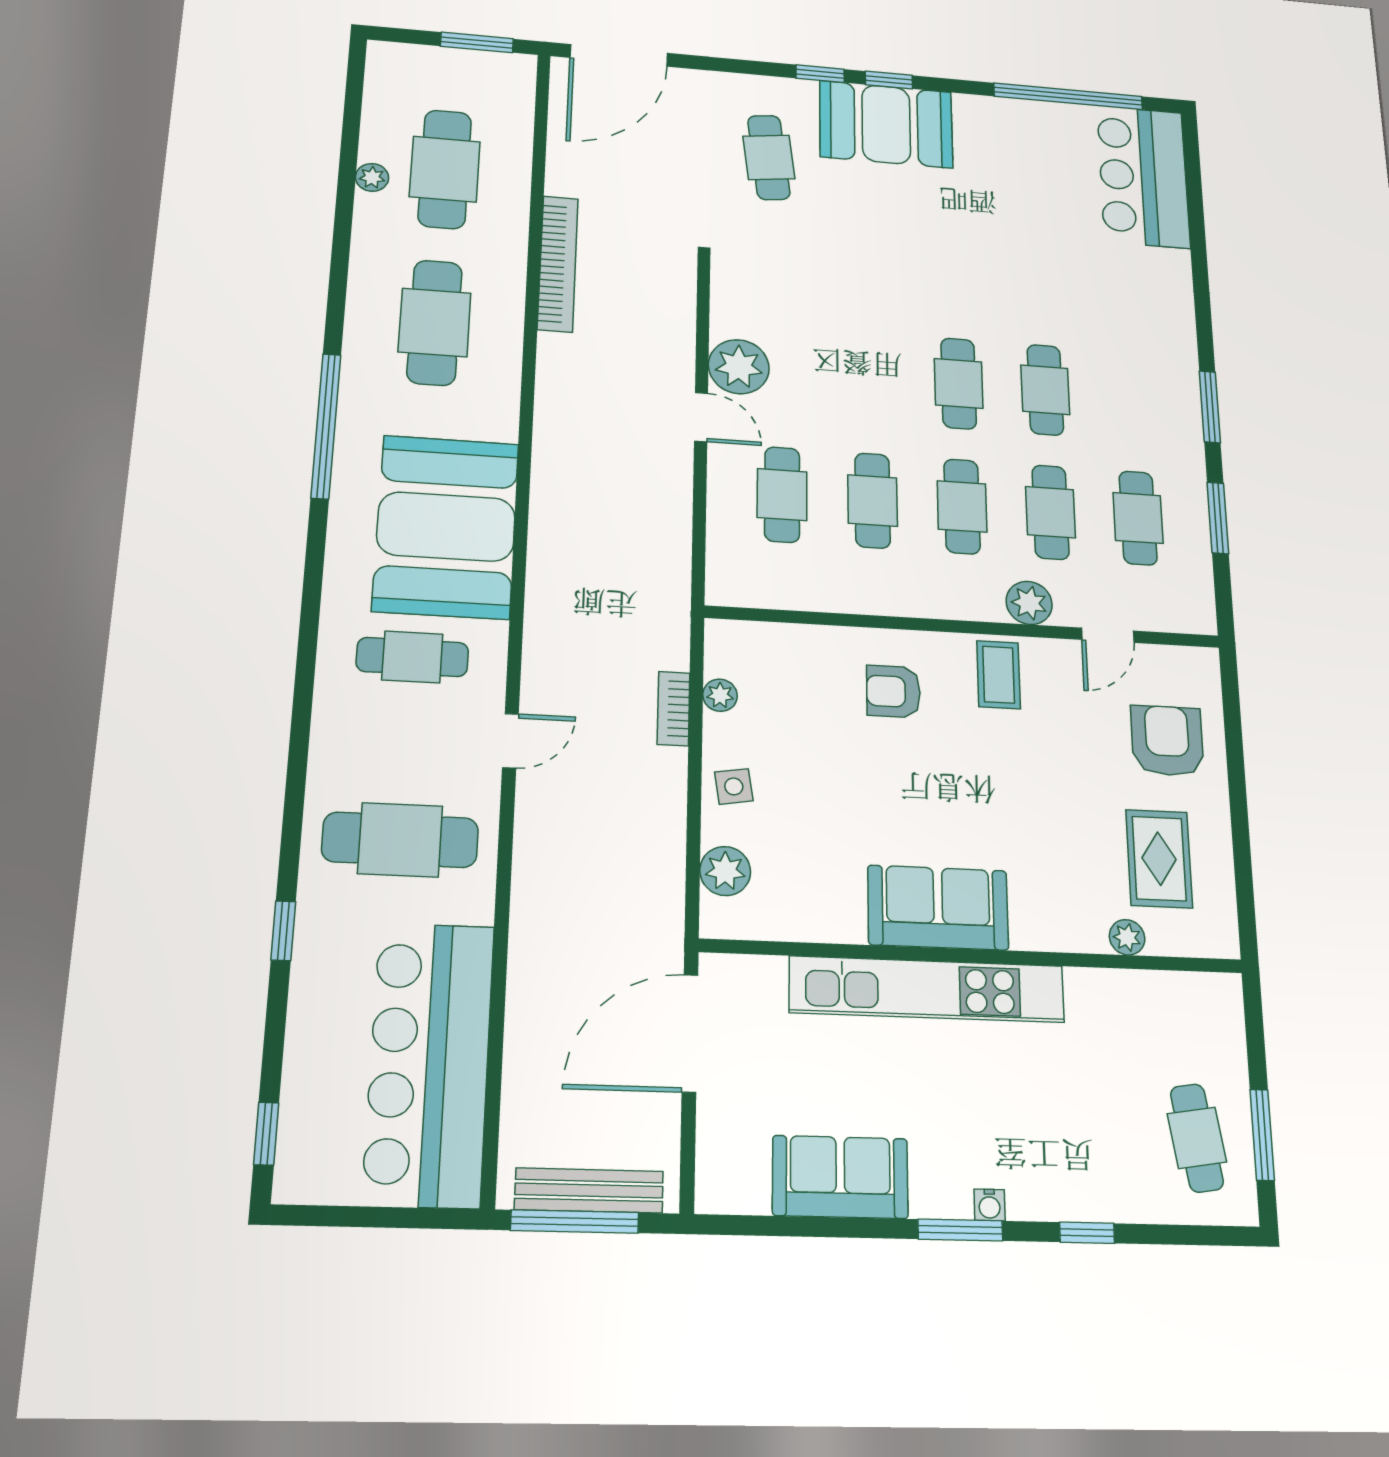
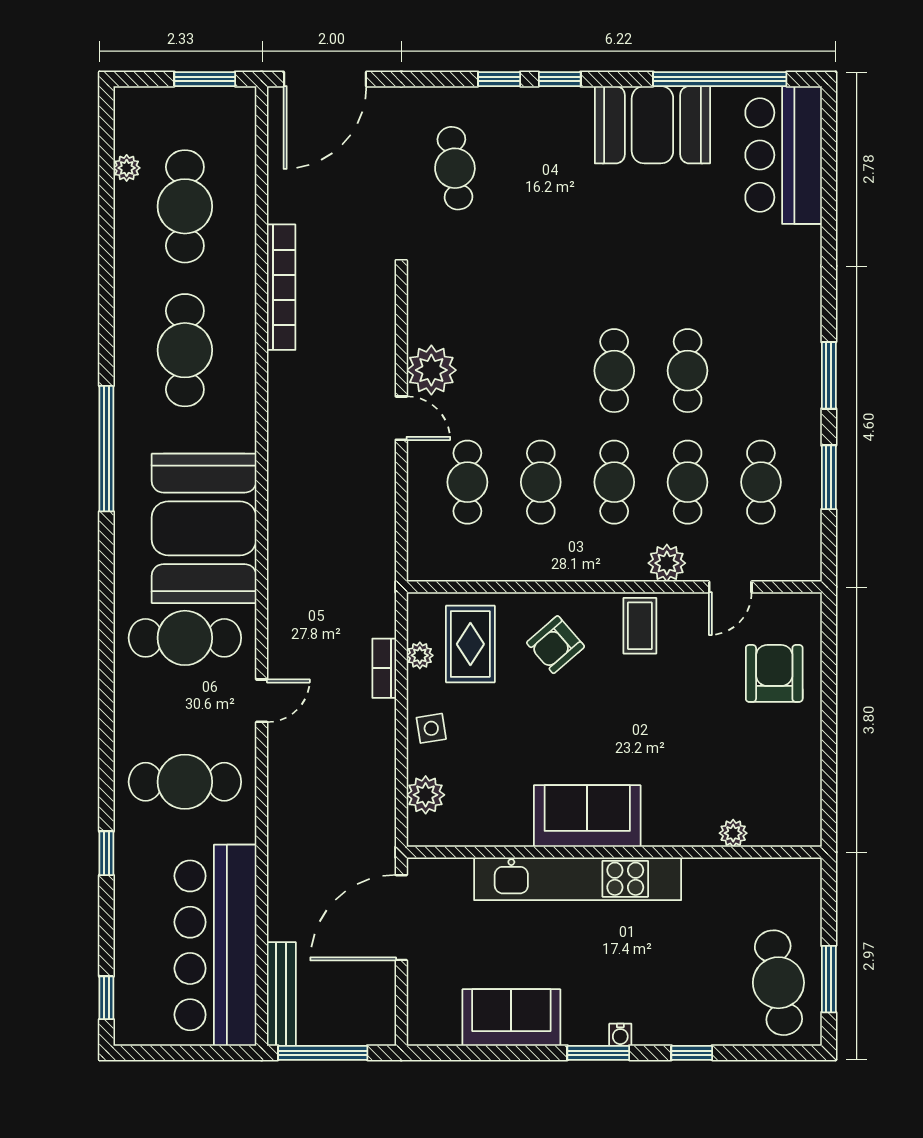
booth: (886, 124) -> (652, 125), moved
plant: (372, 177) -> (127, 168), moved
cafe table: (412, 657) -> (185, 638), width x1.37, depth x1.35
armchair: (893, 691) -> (556, 645), turned -41
rug: (1159, 859) -> (470, 644), moved
cafe table: (1197, 1138) -> (778, 983), width x1.37, depth x1.35
bench: (589, 1190) -> (281, 994), moved, turned 90

